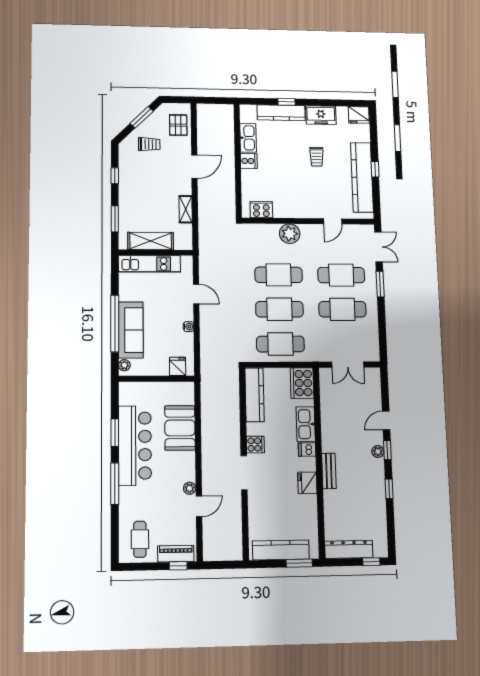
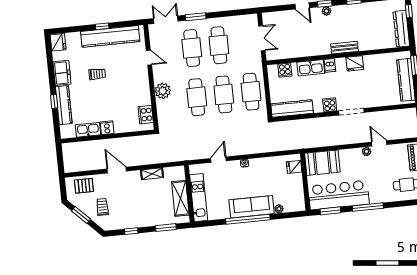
fridge: (178, 366) -> (294, 167), moved
wall: (157, 379) -> (305, 182), moved
cooker: (302, 383) -> (285, 70), width x0.53, depth x0.76

